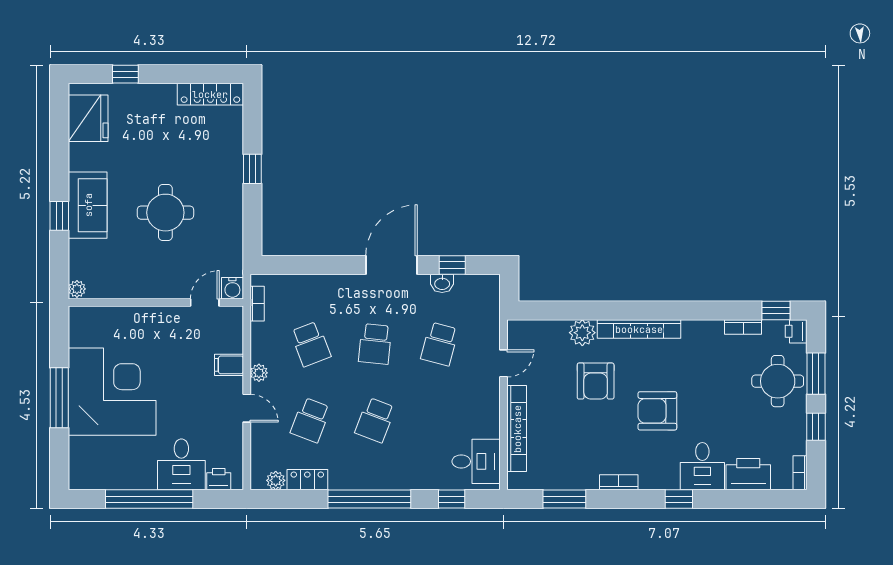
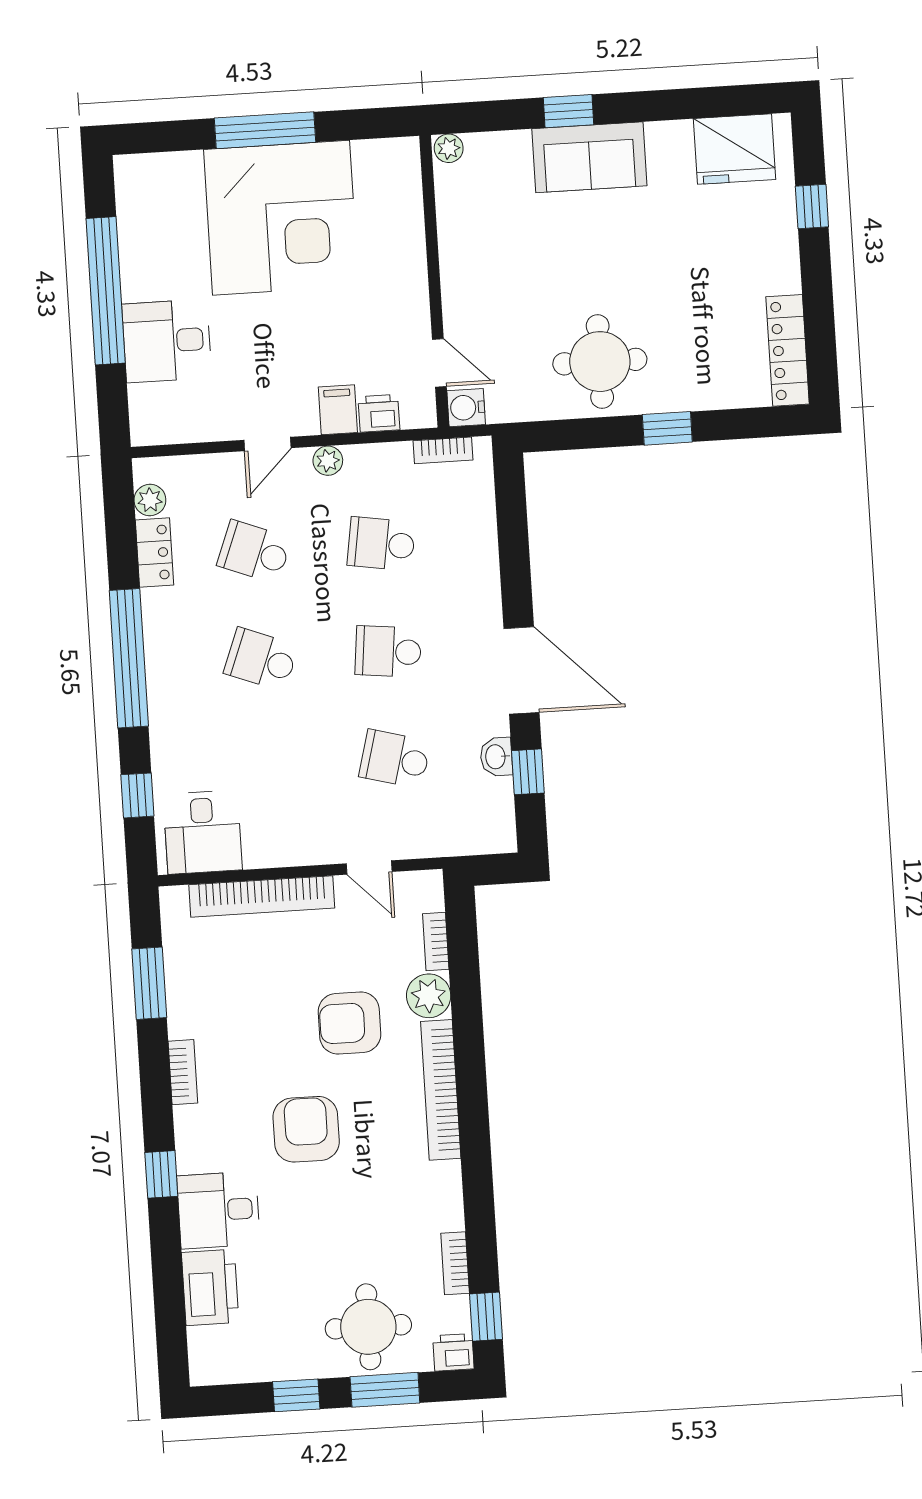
round table: (165, 213) -> (600, 362), moved
school desk: (311, 344) -> (381, 544), turned 30
bookcase: (800, 473) -> (436, 942), moved, turned -90
printer: (219, 479) -> (379, 413), moved, turned -90

